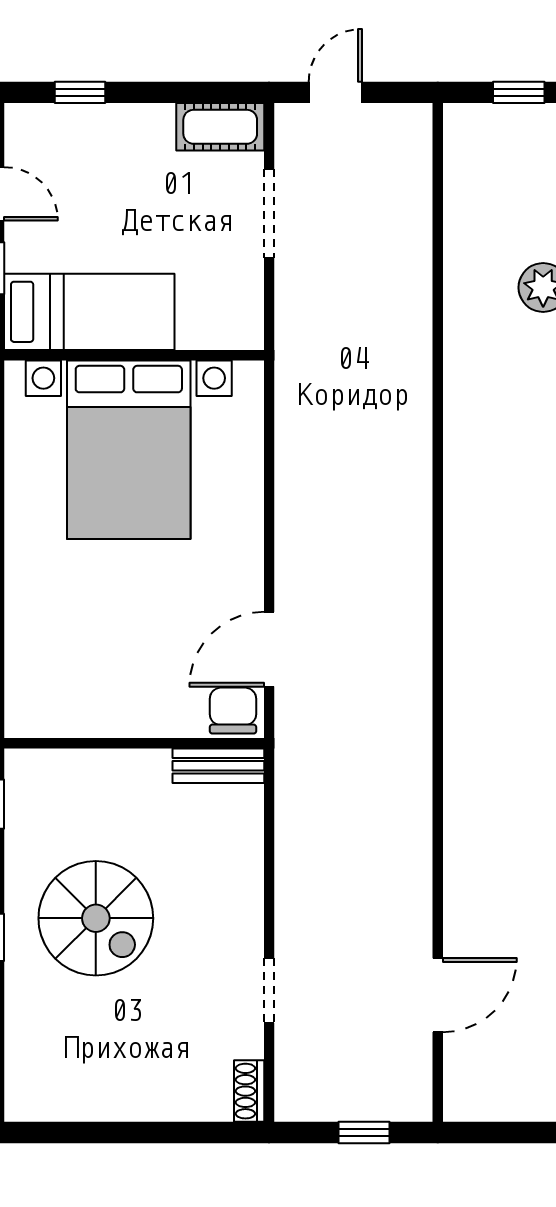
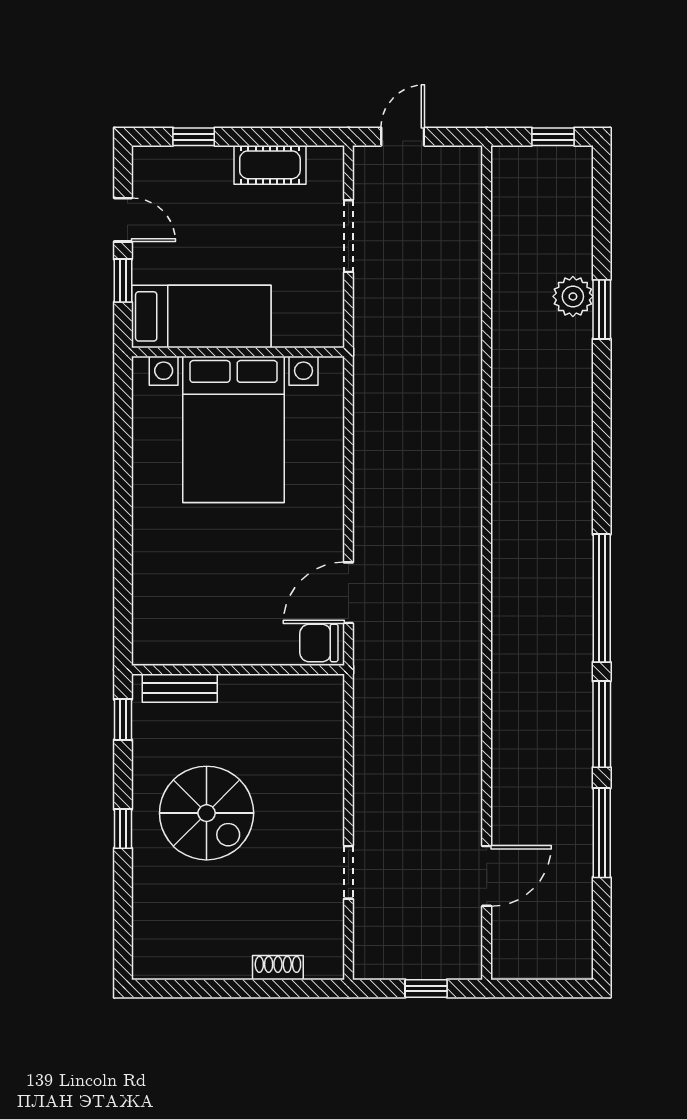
cot: (220, 127) -> (270, 165), moved
chair: (233, 711) -> (319, 643), turned -90
bench: (218, 766) -> (180, 688), moved
shoe rack: (249, 1091) -> (278, 968), moved, turned 90

